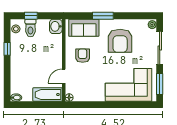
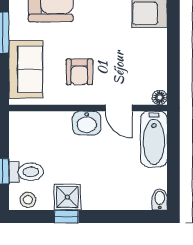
washbasin: (56, 26) -> (87, 123), moved
shower: (17, 49) -> (67, 197), added
armchair: (83, 56) -> (79, 72), turned -90

